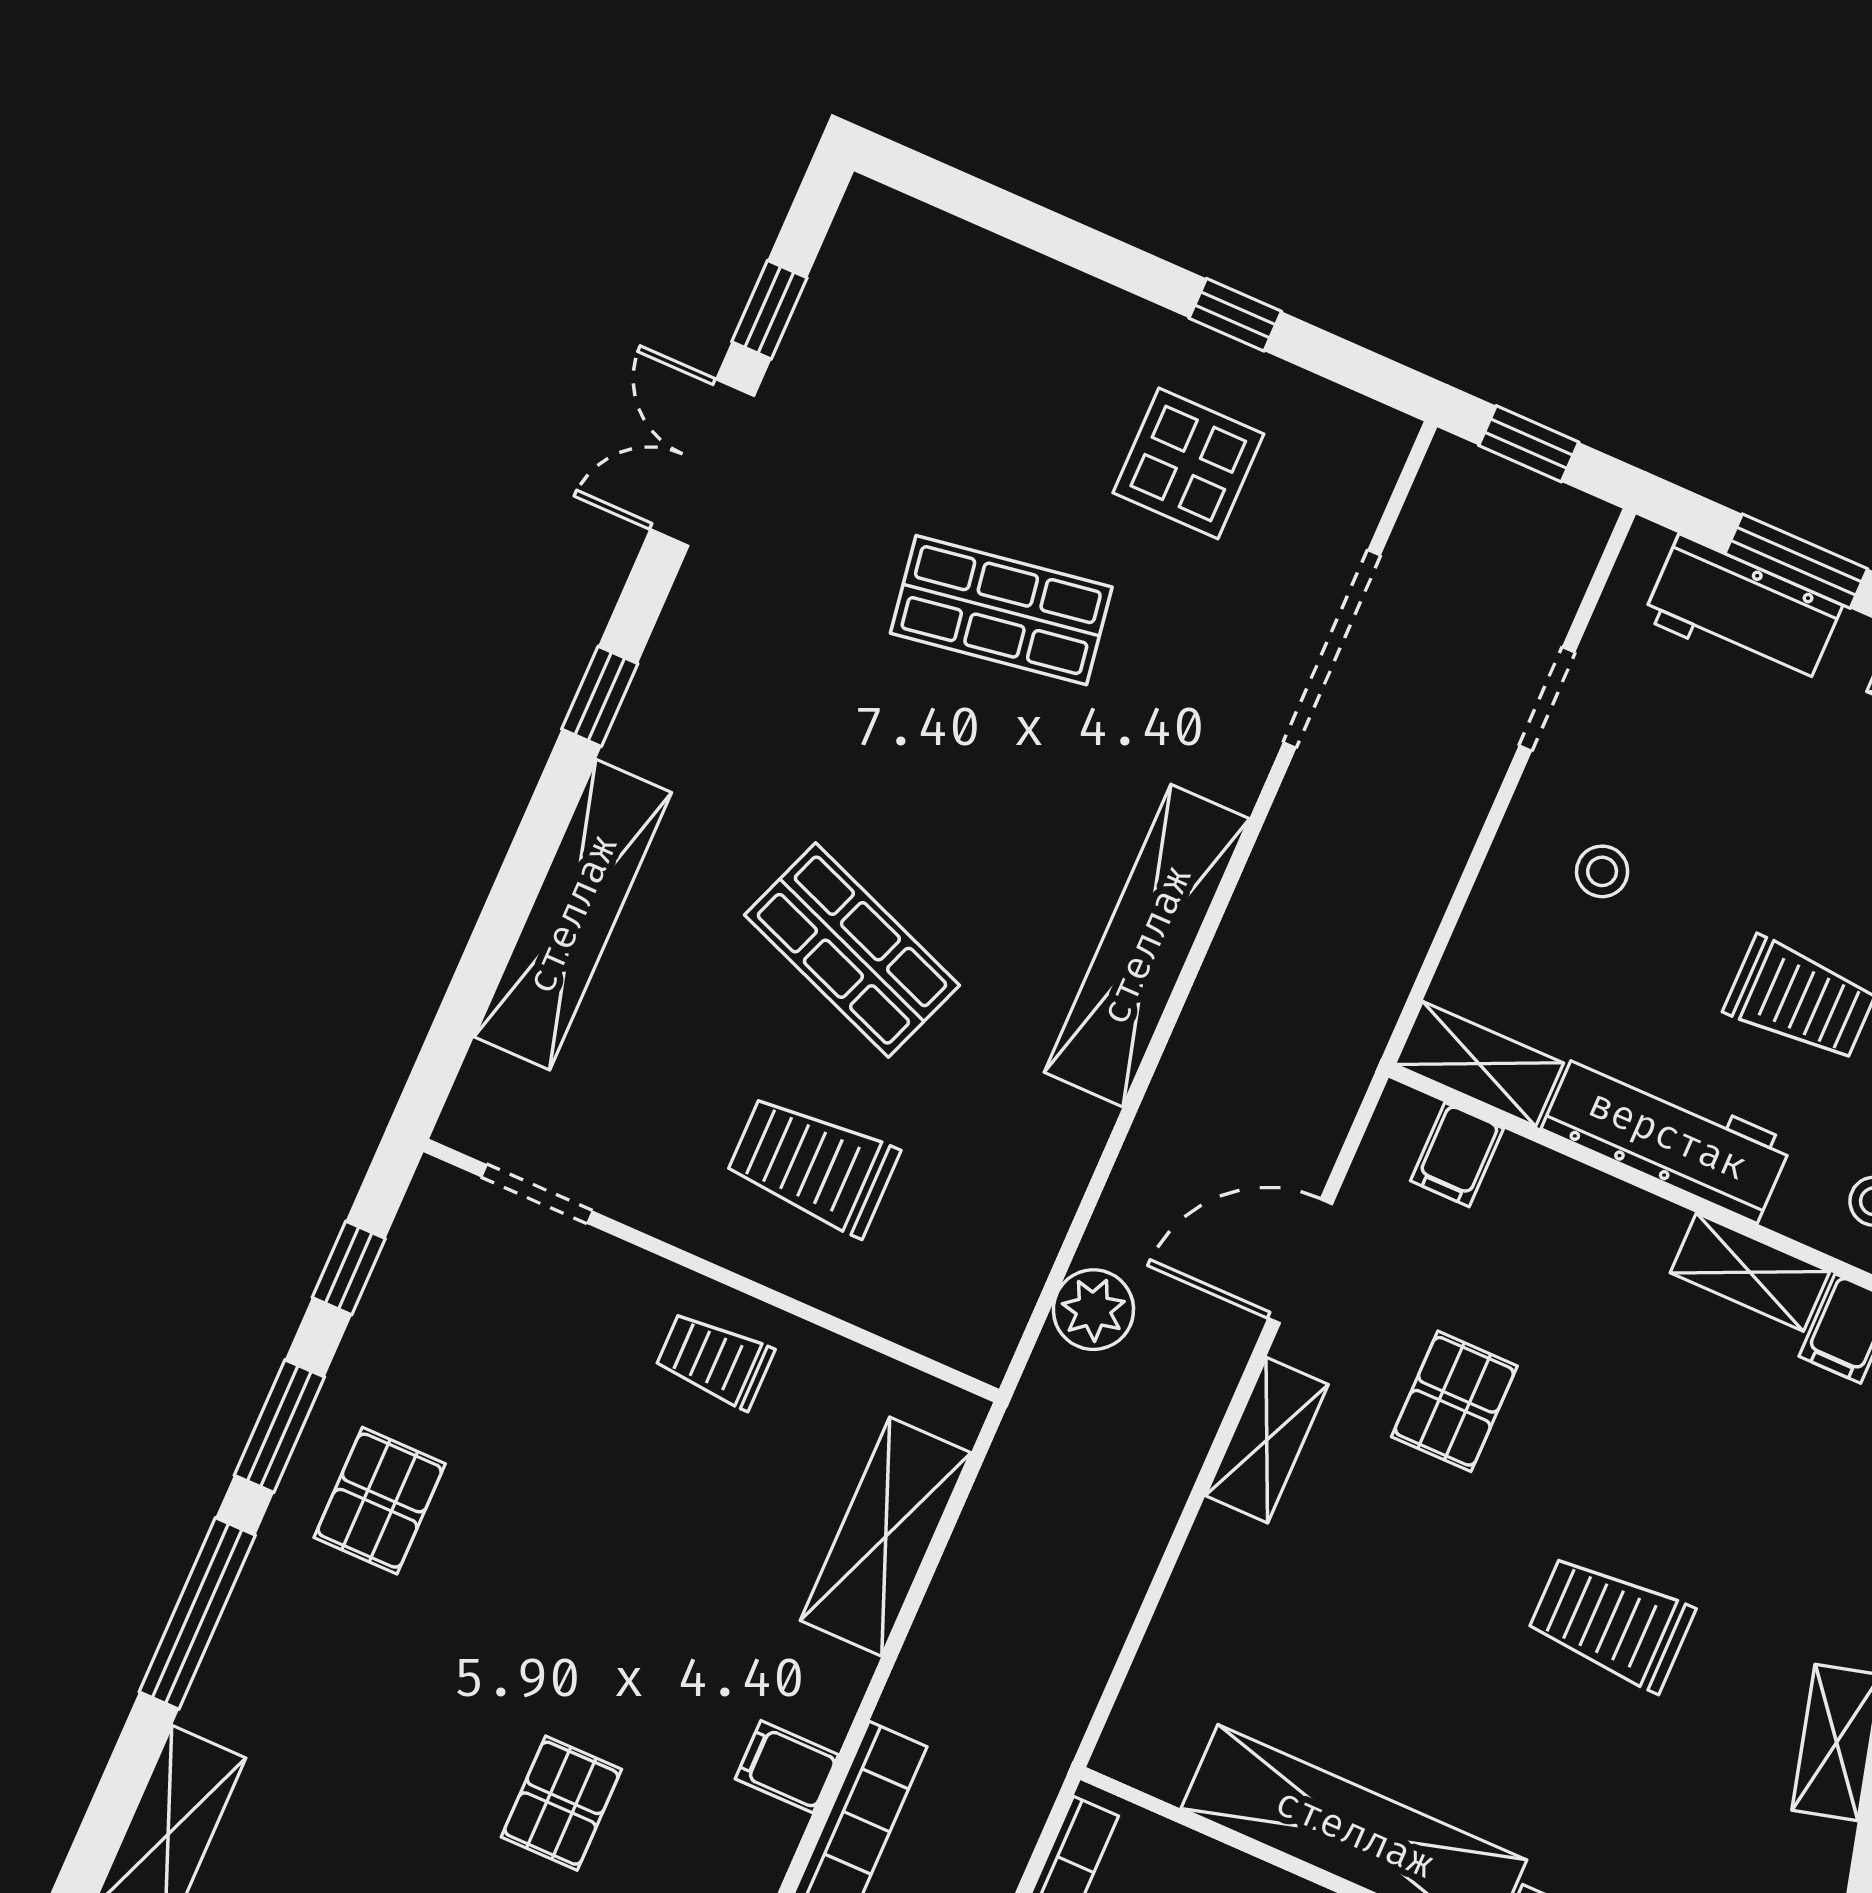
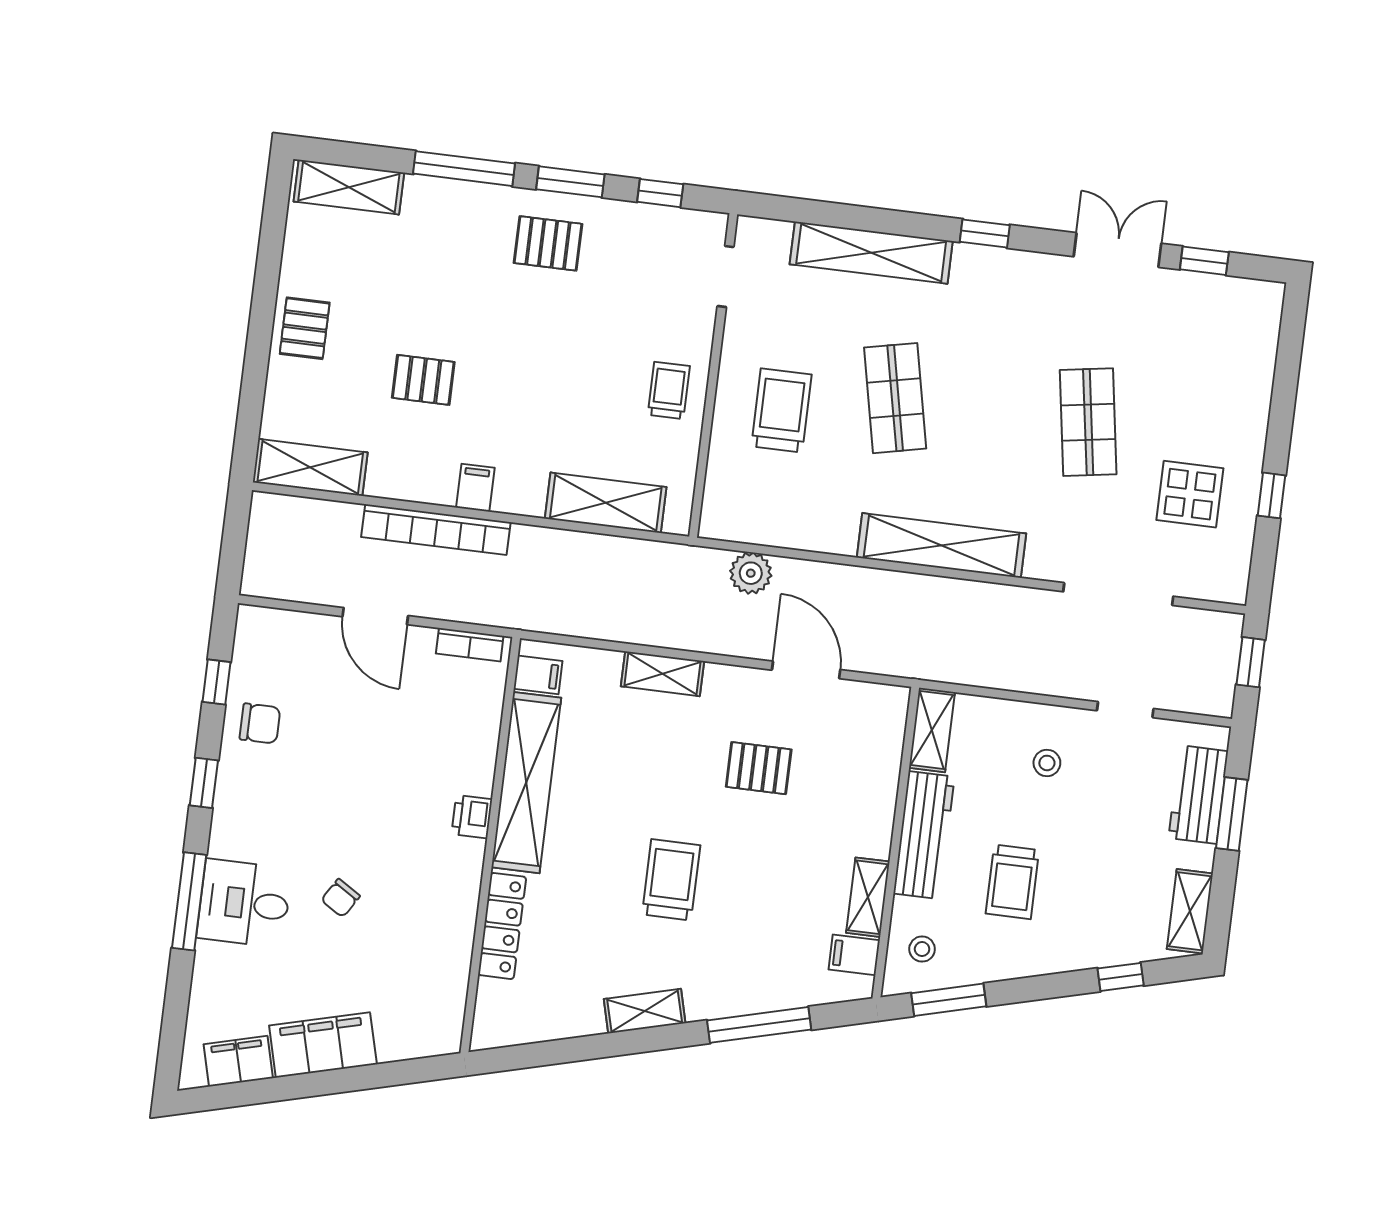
shop shelf: (852, 950) -> (895, 398), turned -33
filing cabinet: (1457, 1155) -> (538, 675), moved, turned 180
shelving: (1267, 1440) -> (662, 674), moved

